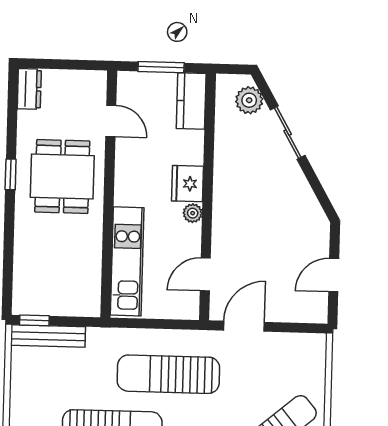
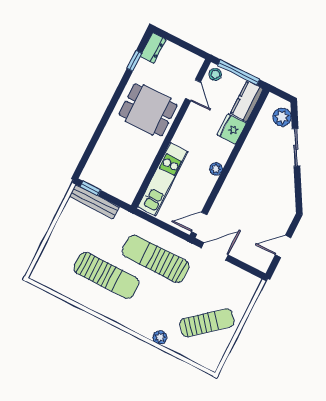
window: (161, 67) -> (239, 72), width x1.44
stool: (131, 85) -> (215, 74), added
window: (11, 174) -> (134, 61), moved
dining table: (62, 176) -> (148, 110), turned 90
fridge: (188, 184) -> (232, 129), moved
door: (205, 274) -> (199, 223), moved

